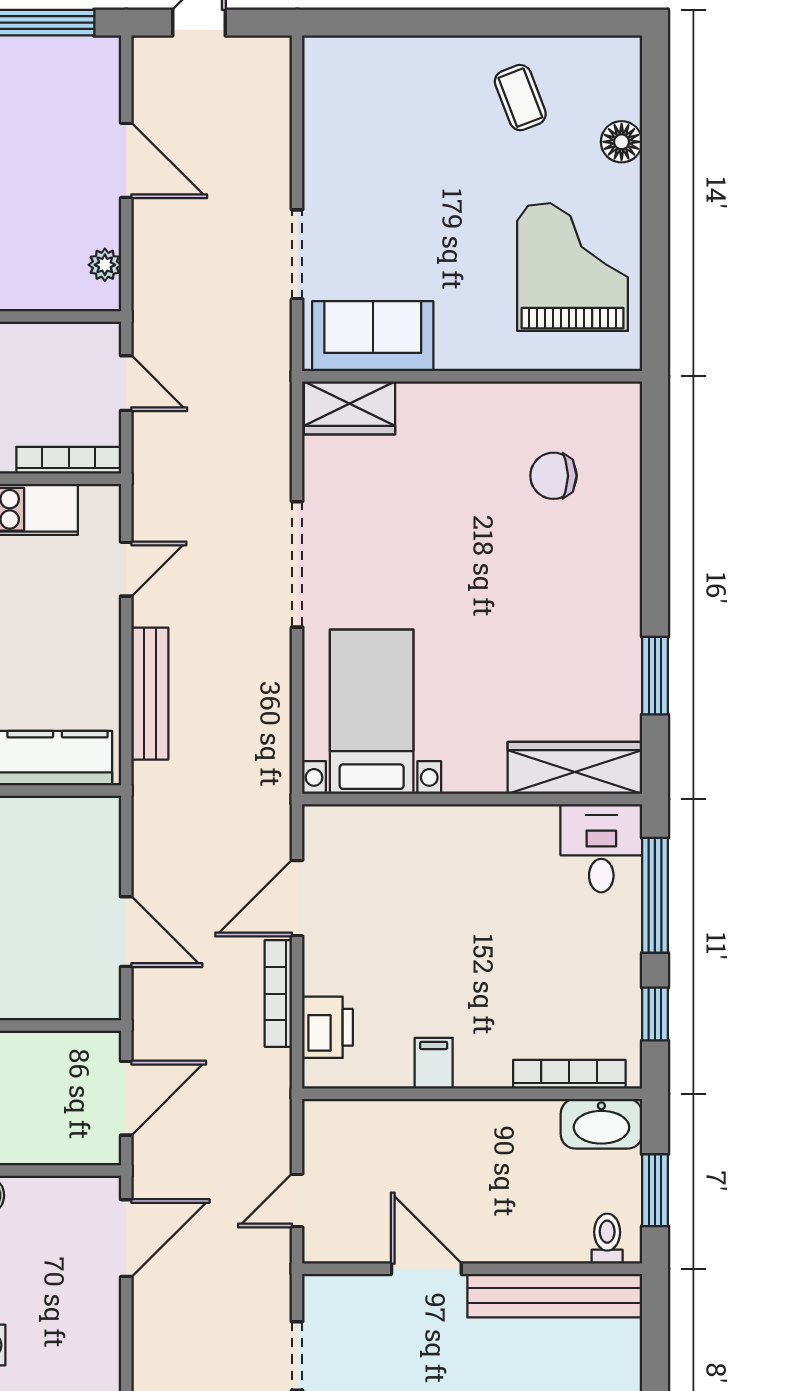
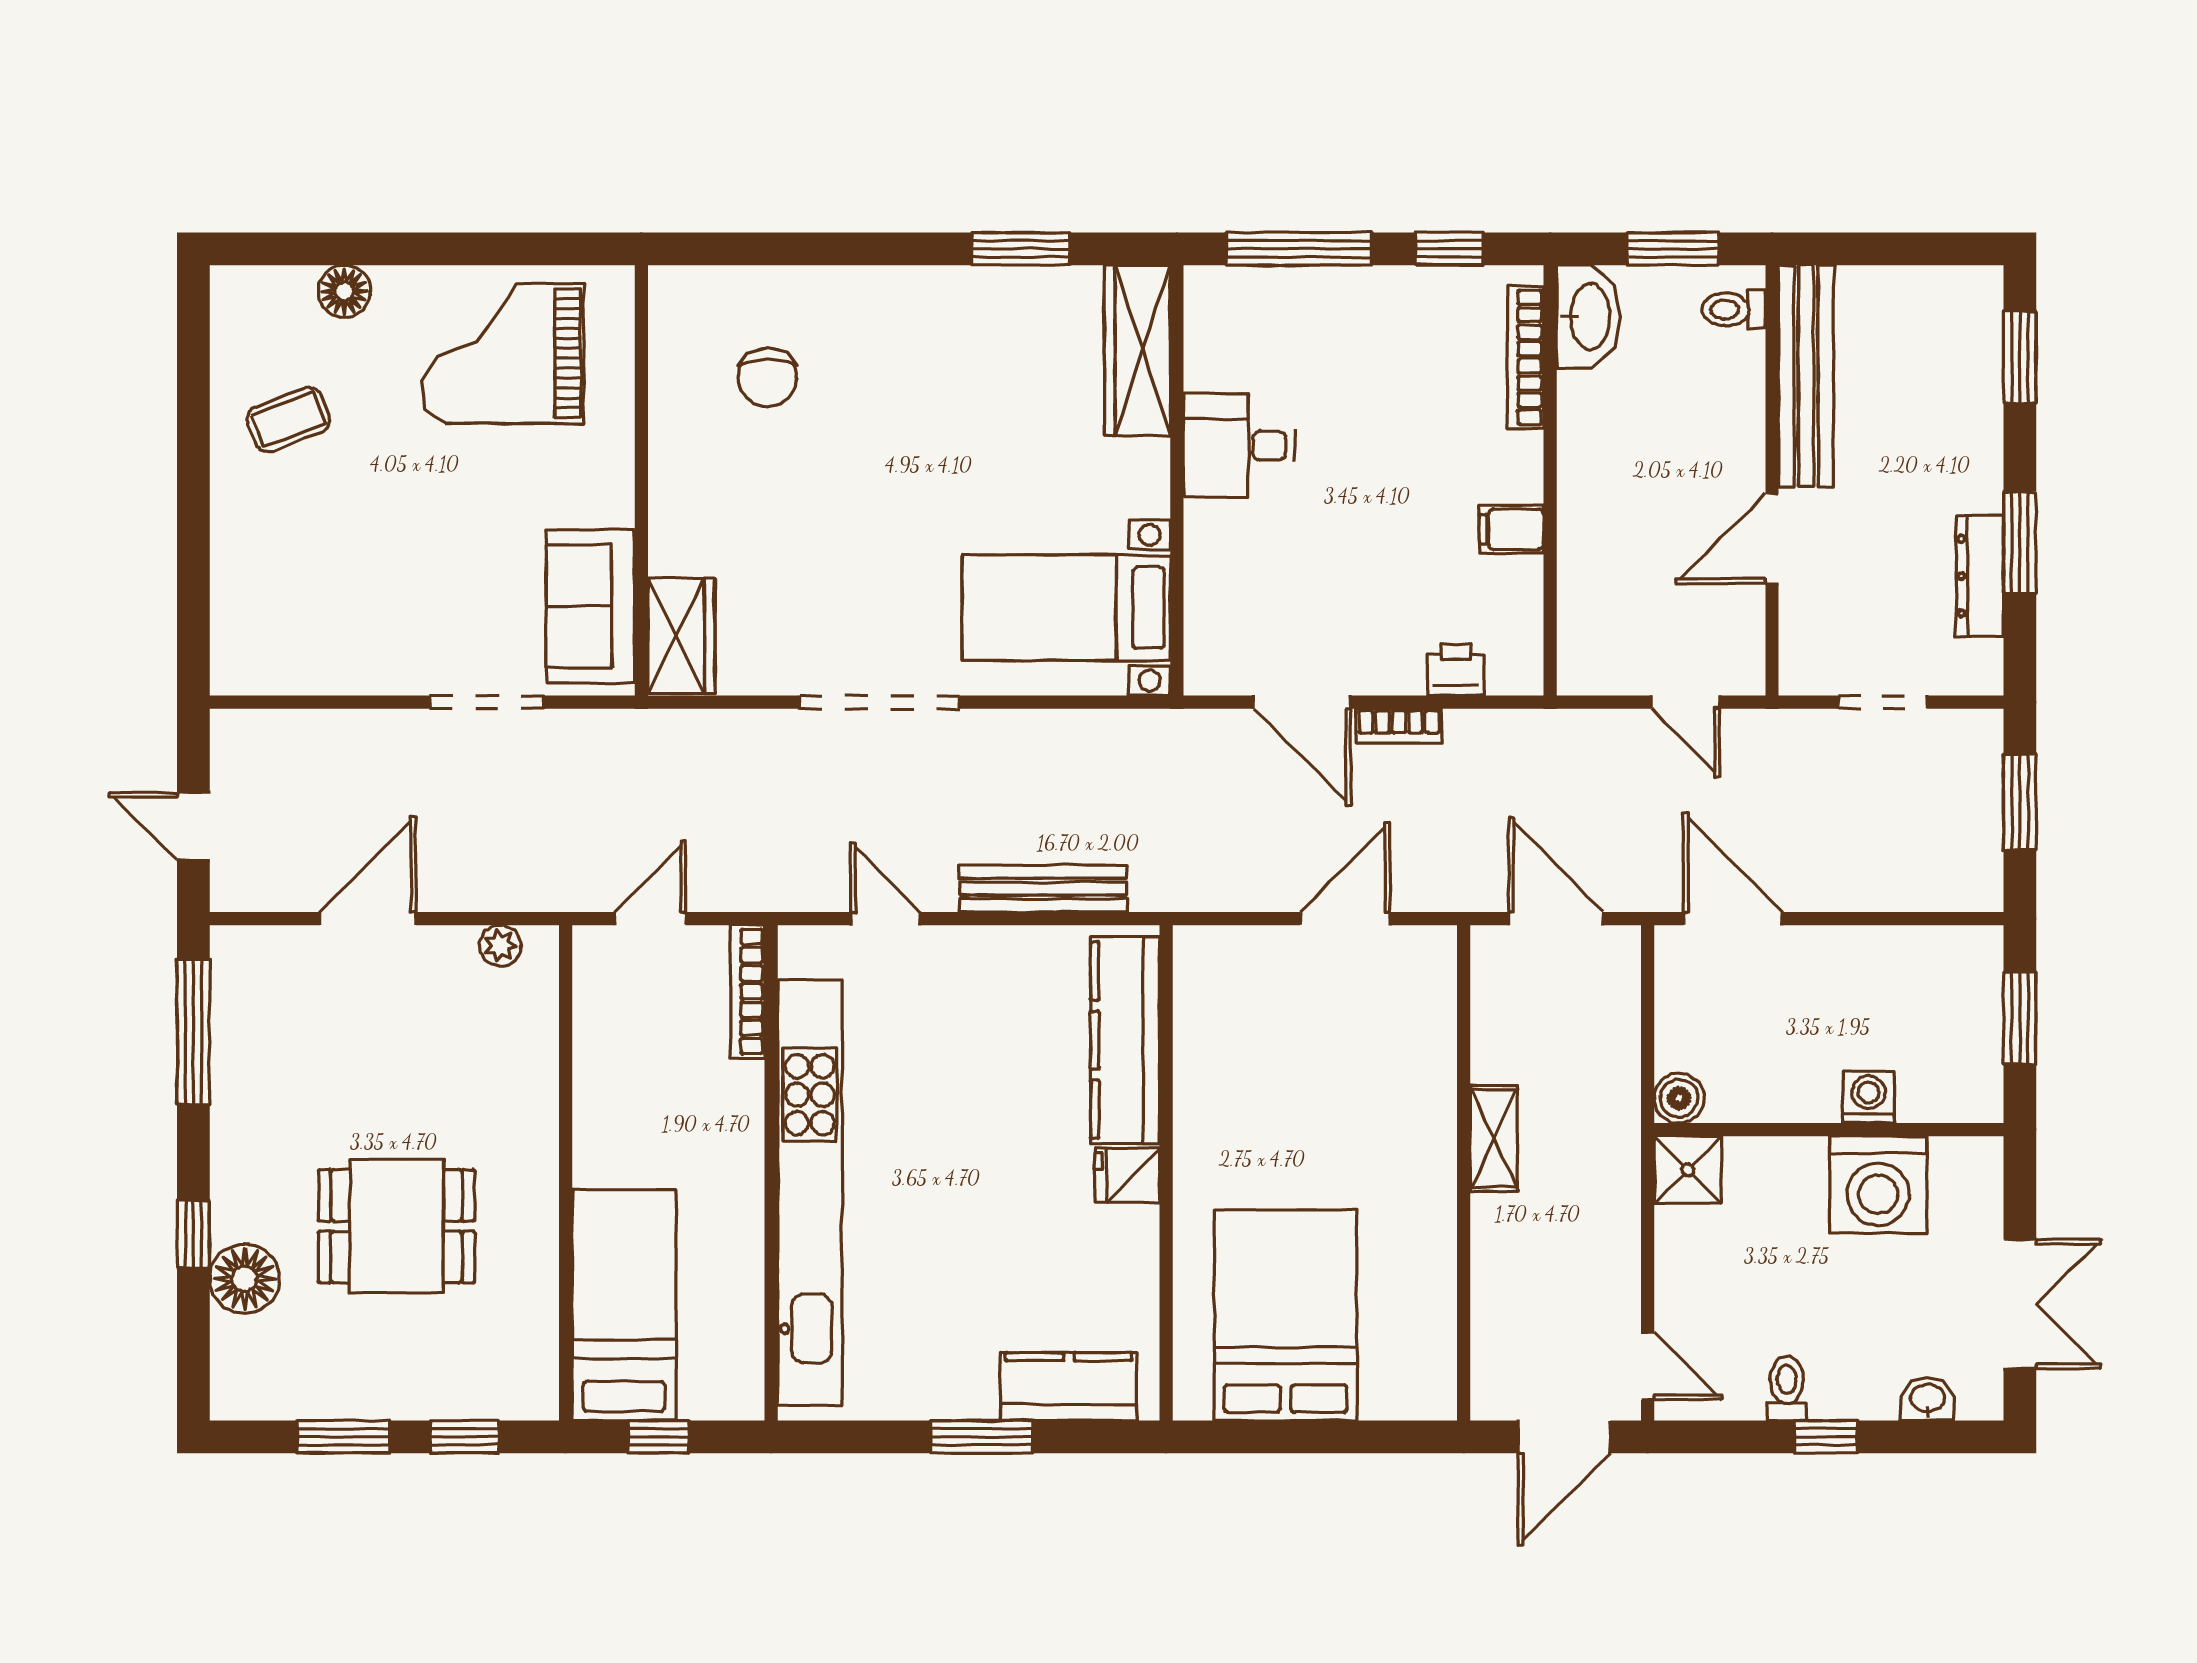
desk: (601, 848) -> (1239, 445), moved
bookcase: (278, 994) -> (1399, 726), width x0.64
printer: (328, 1027) -> (1456, 670), width x0.73, depth x0.81

